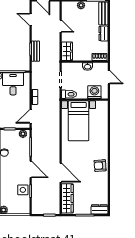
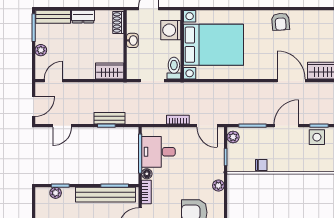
door: (61, 26) -> (53, 81), moved
bed with nightstands: (79, 121) -> (214, 45), width x1.36
door: (61, 173) -> (291, 81), hinge flipped

